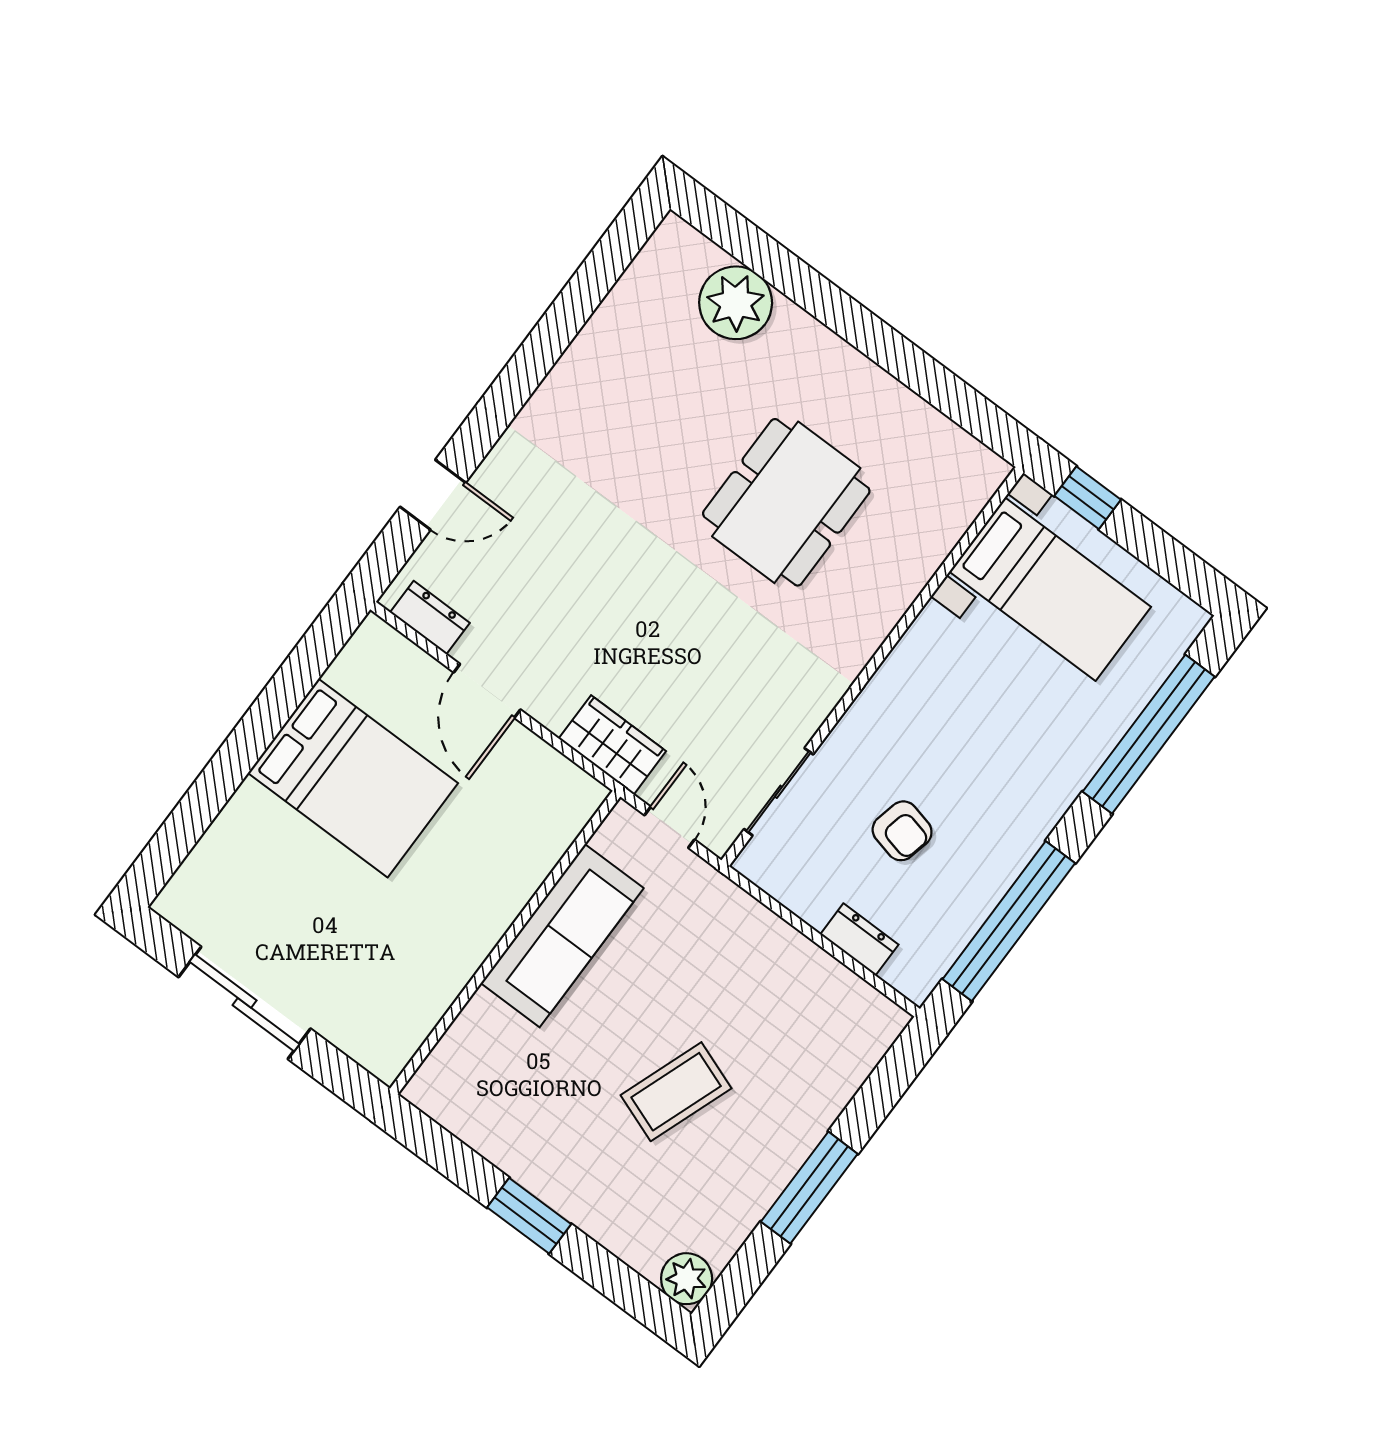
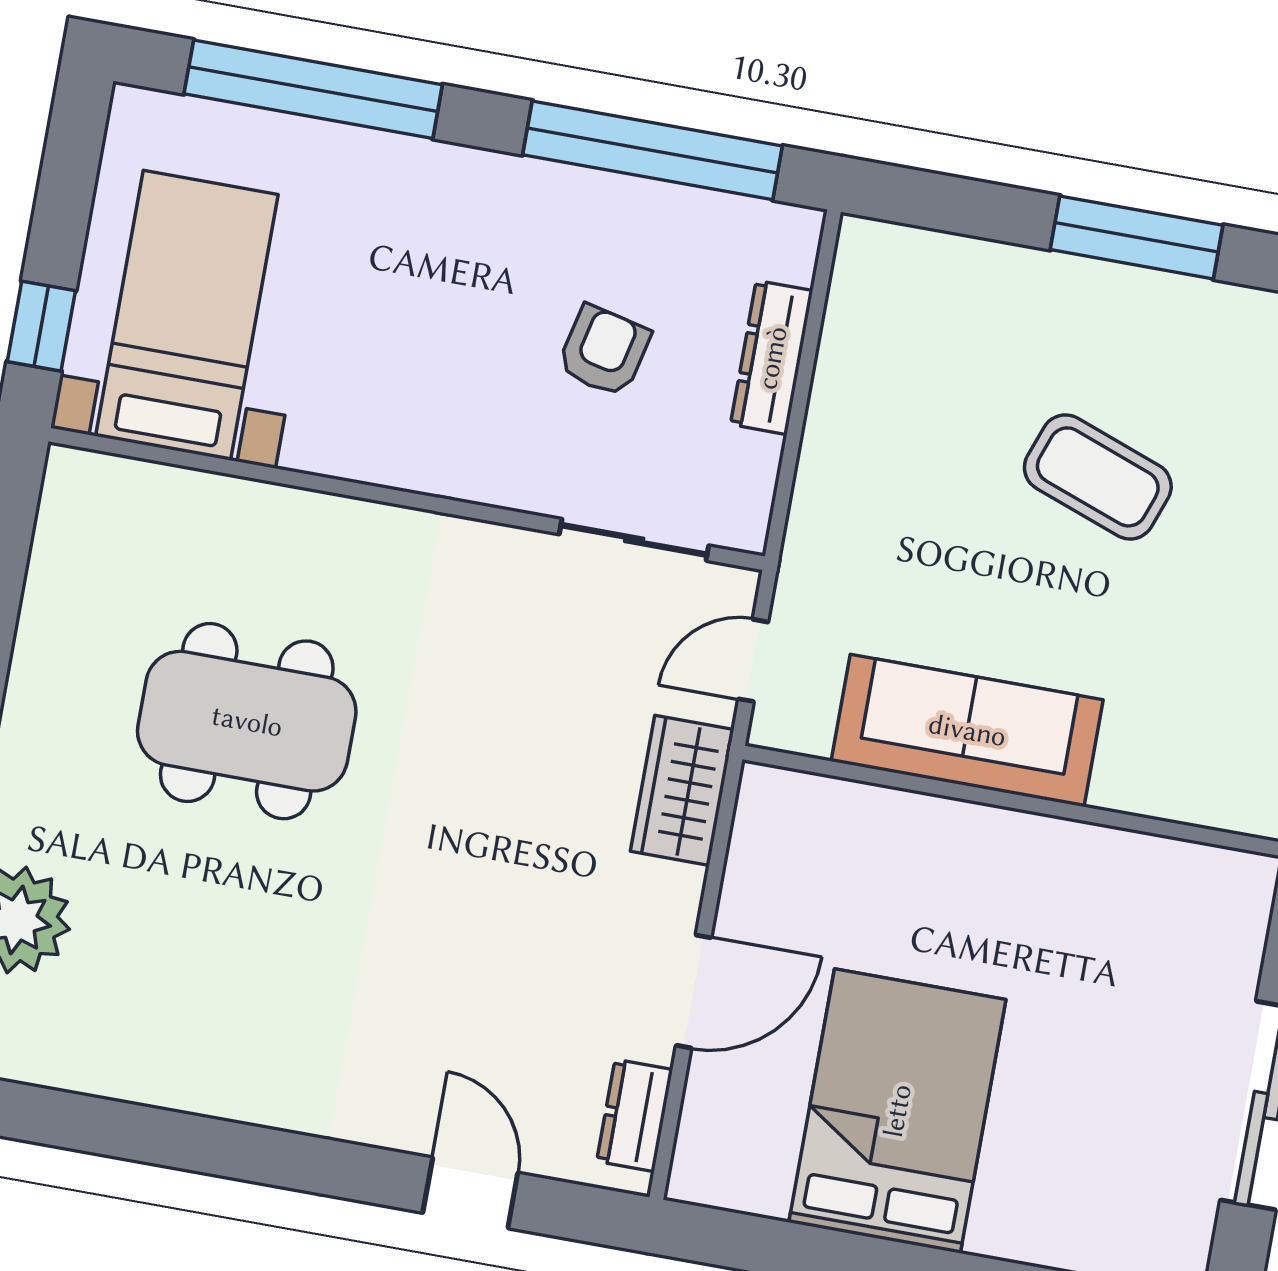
dresser: (859, 939) -> (772, 358), width x1.44

